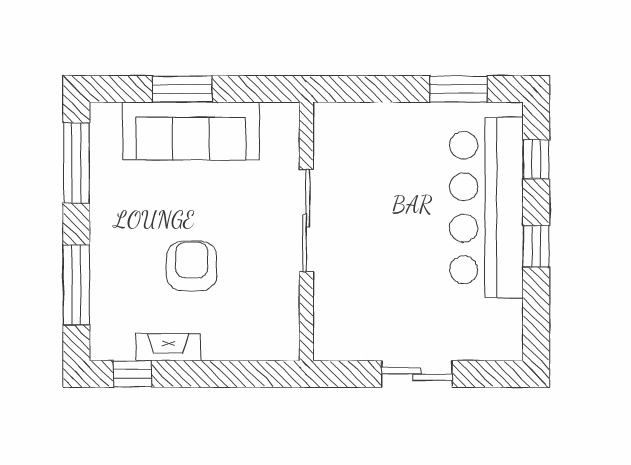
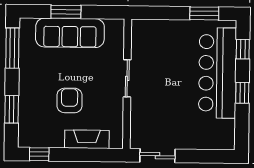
sliding door: (306, 221) -> (127, 78), width x0.73
window: (76, 285) -> (12, 109), width x0.69
fireplace: (168, 347) -> (87, 139), moved, width x1.37, depth x1.32
sliding door: (417, 374) -> (157, 156), moved

